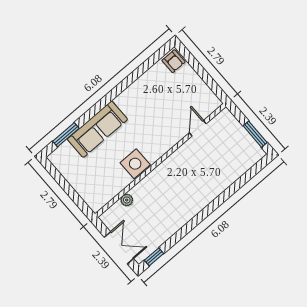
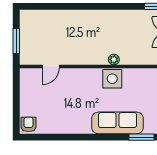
window: (255, 134) -> (16, 41), moved
plant: (127, 200) -> (114, 59), moved

